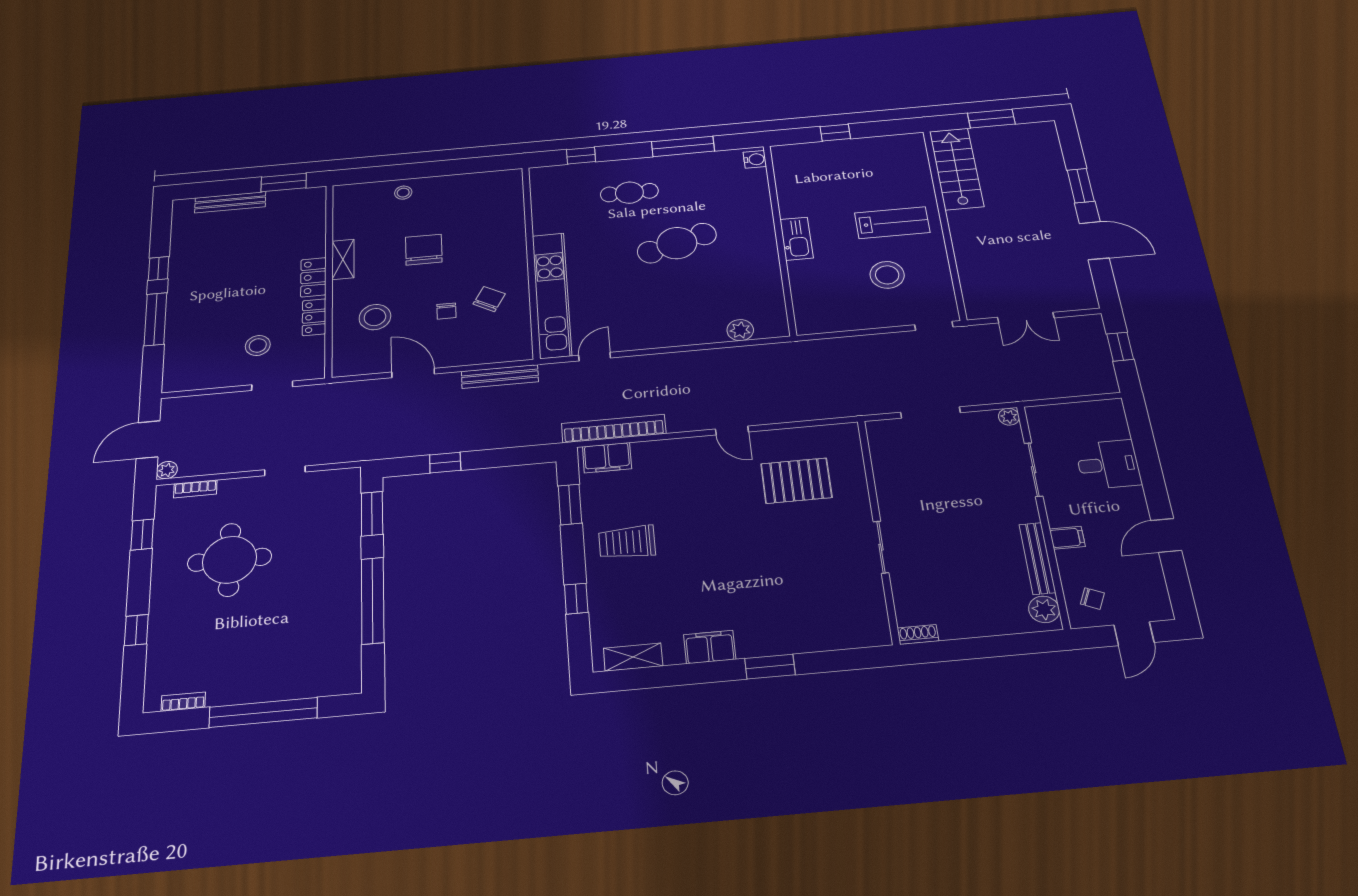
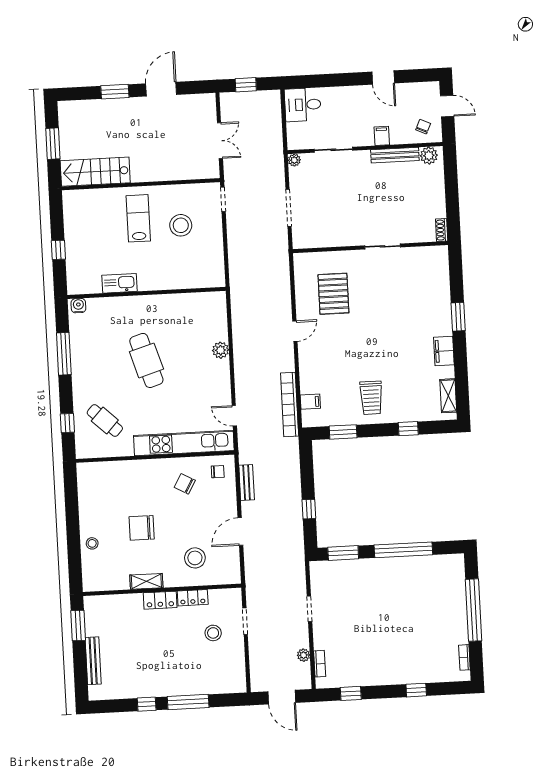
cafe table: (629, 193) -> (105, 421), moved, turned -47
kitchen sink: (796, 239) -> (119, 283), moved
chair: (446, 311) -> (218, 472), moved
plant: (740, 330) -> (221, 350), moved
bench: (500, 376) -> (247, 482), width x0.73
filing cabinet: (607, 458) -> (310, 402), width x0.50
desk: (1108, 464) -> (303, 105), moved, turned -90
plant: (167, 470) -> (303, 655), moved
round table: (230, 560) -> (371, 638), removed

